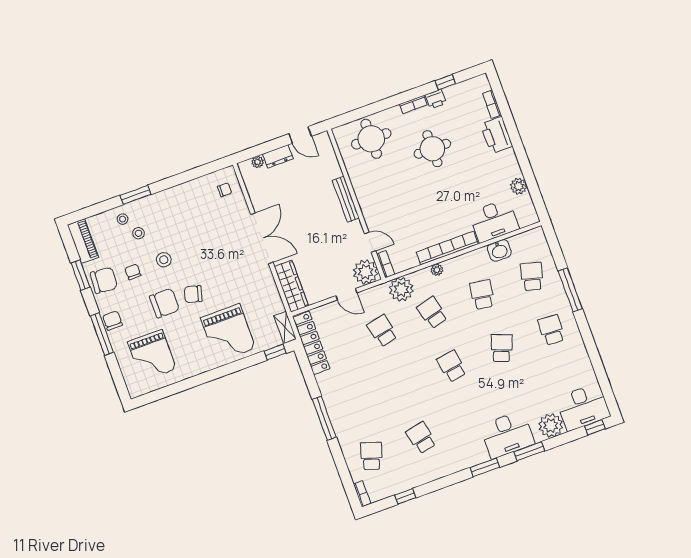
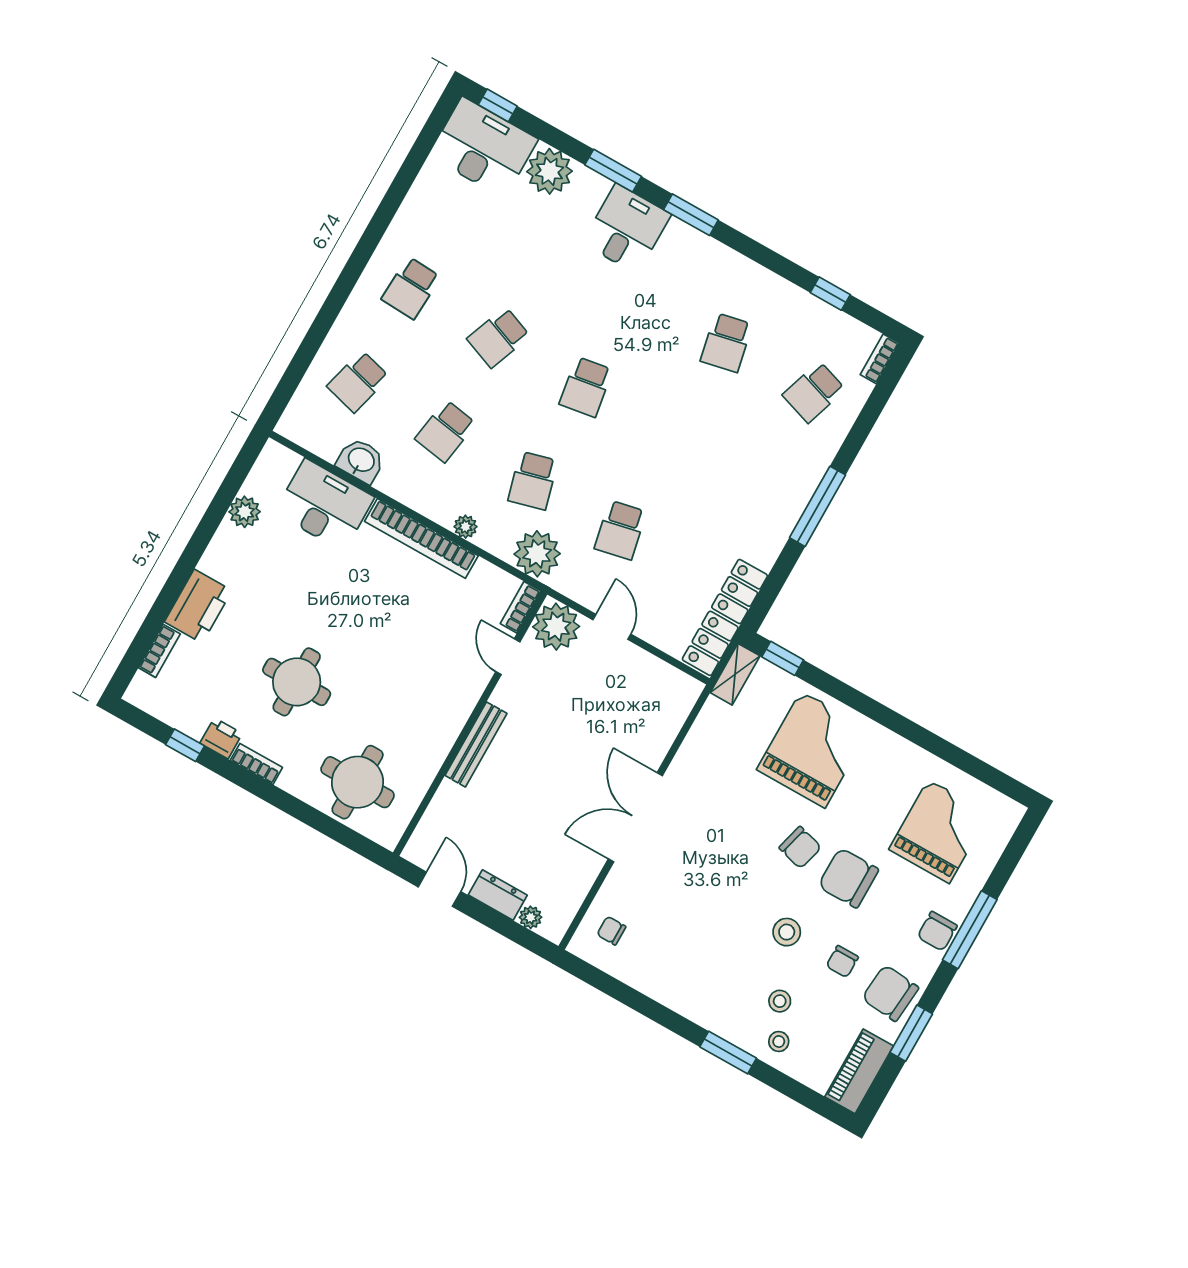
wardrobe: (291, 286) -> (668, 716), removed
window: (570, 290) -> (330, 310), removed
desk: (507, 435) -> (626, 229), width x0.73

